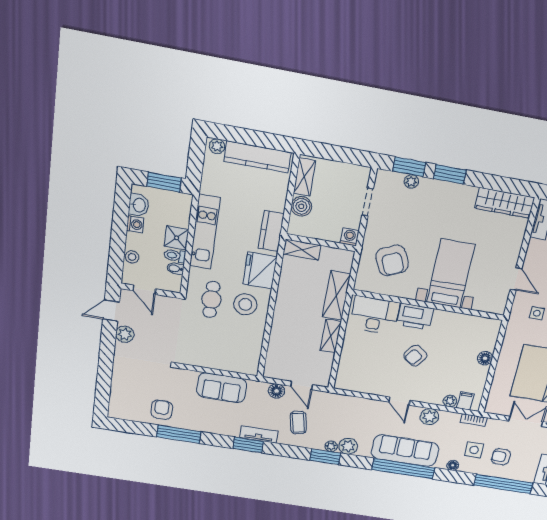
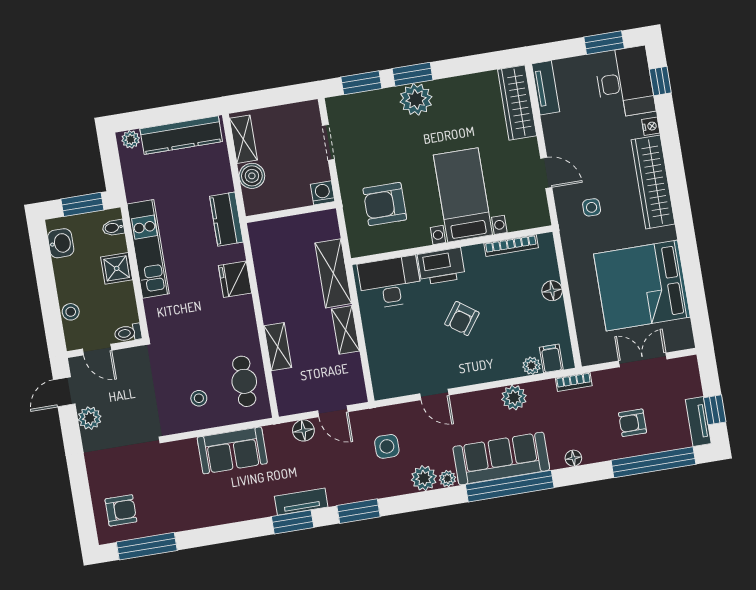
plant: (411, 182) -> (416, 99), moved, width x1.87, depth x1.87
wardrobe: (505, 203) -> (517, 103), moved, turned 90
washing machine: (135, 224) -> (63, 269), removed
shelving: (302, 250) -> (278, 347), moved, turned 90
toilet: (175, 256) -> (128, 333), moved
armchair: (392, 260) -> (385, 204), turned 114
bidet: (175, 268) -> (113, 228), moved
fridge: (260, 270) -> (235, 279), width x0.73, depth x0.75
cafe table: (211, 299) -> (244, 381), moved
stool: (245, 304) -> (199, 398), moved, width x0.53, depth x0.53
bookcase: (470, 319) -> (511, 246), added
door: (399, 401) -> (434, 394), moved
armchair: (162, 410) -> (121, 510), moved, turned 90
coffee table: (298, 423) -> (347, 466), removed
window: (179, 434) -> (147, 546), moved
plant: (331, 446) -> (447, 479), moved
side table: (474, 450) -> (387, 446), moved
window: (325, 457) -> (359, 511), moved

